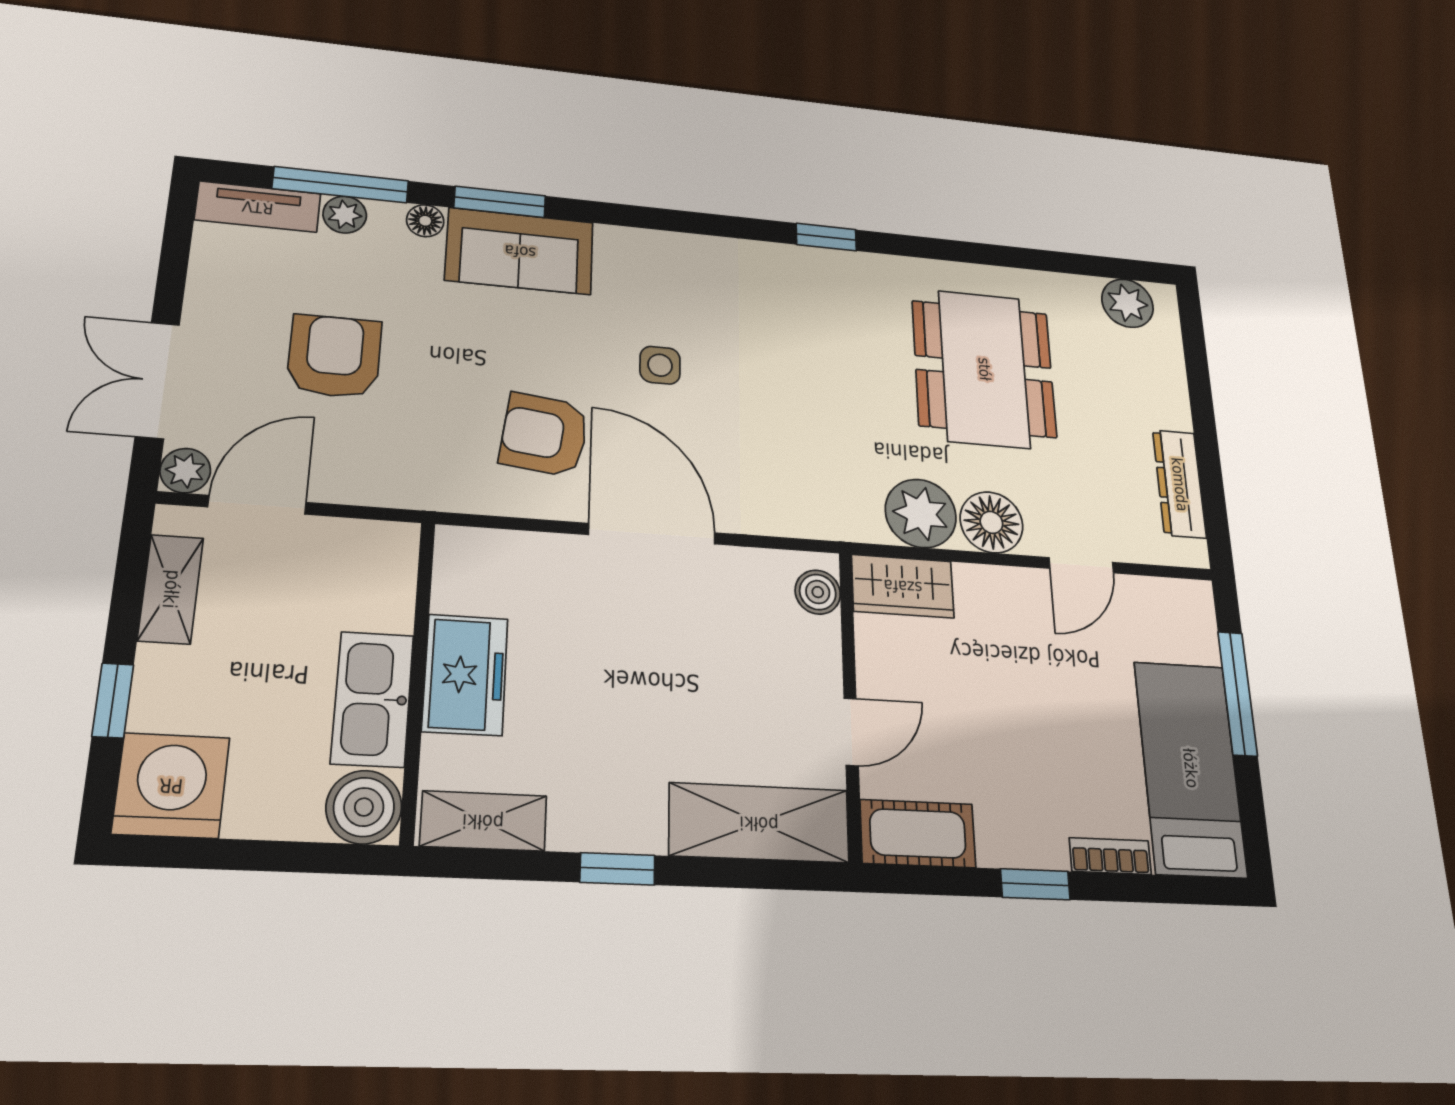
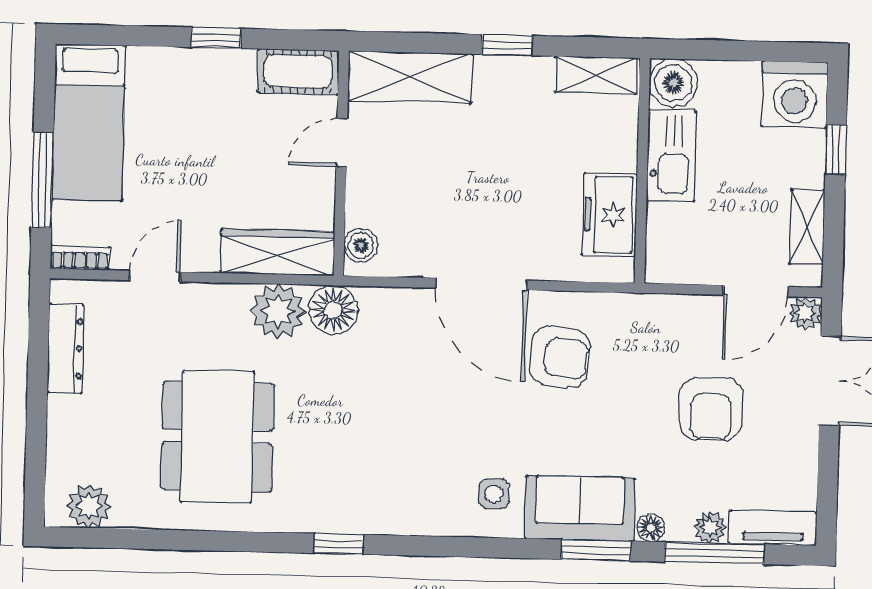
side table: (660, 365) -> (494, 494), moved
floor lamp: (991, 522) -> (333, 310), moved
wardrobe: (903, 586) -> (277, 252), width x1.50
freezer: (465, 675) -> (610, 215), moved
bookcase: (1110, 856) -> (80, 258), moved, turned 180

